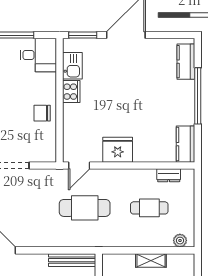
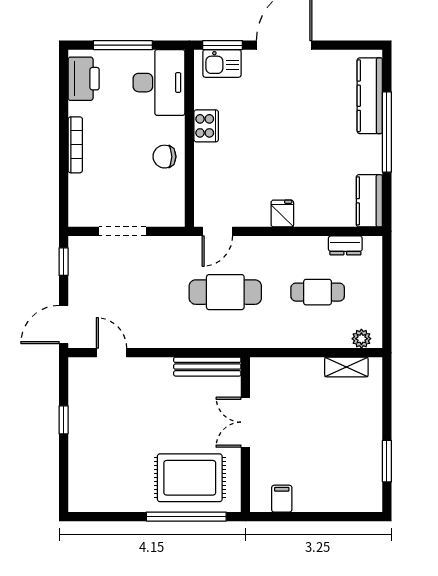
desk: (38, 55) -> (159, 83), width x1.37
kitchen counter: (186, 62) -> (370, 96), width x1.50
kitchen sink: (72, 66) -> (222, 63), moved, turned 90
fridge: (118, 150) -> (282, 214), width x0.53, depth x0.75
shelving: (151, 260) -> (346, 367), moved

